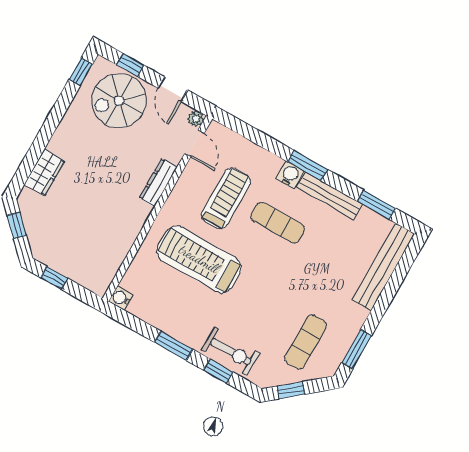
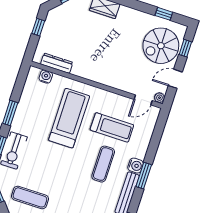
window: (81, 72) -> (164, 14), moved
spiral stairs: (119, 101) -> (161, 46), turned -90
dresser: (158, 182) -> (57, 63), moved
water cooler: (121, 298) -> (46, 77), moved

